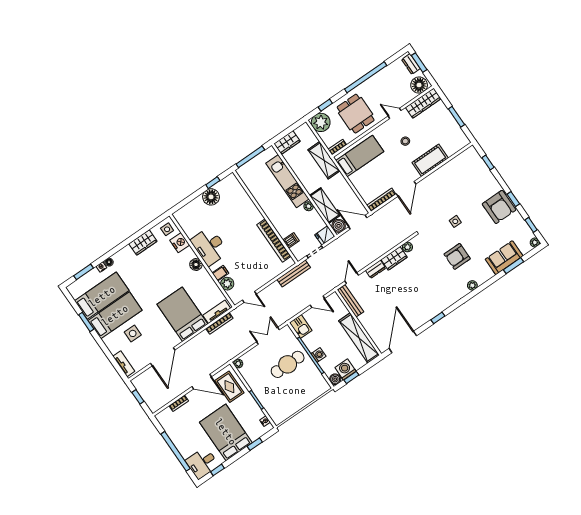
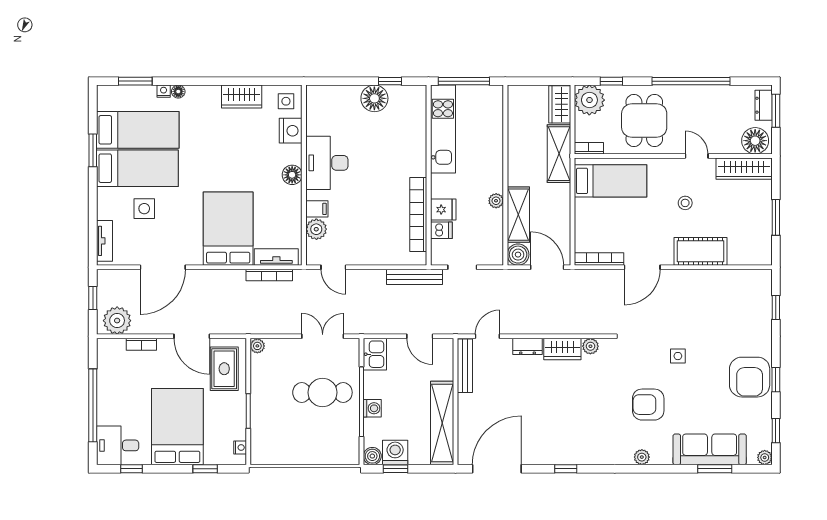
wardrobe: (287, 142) -> (560, 104), moved, turned 90
kitchen unit: (287, 181) -> (443, 129), moved, turned 180
fridge: (325, 235) -> (443, 210), moved, turned 180
sofa: (504, 258) -> (710, 449), width x1.36
plant: (158, 400) -> (117, 321), added

